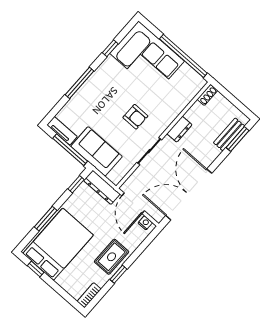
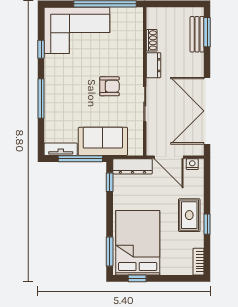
shoe rack: (207, 95) -> (152, 40), moved
window: (46, 219) -> (110, 251), moved

